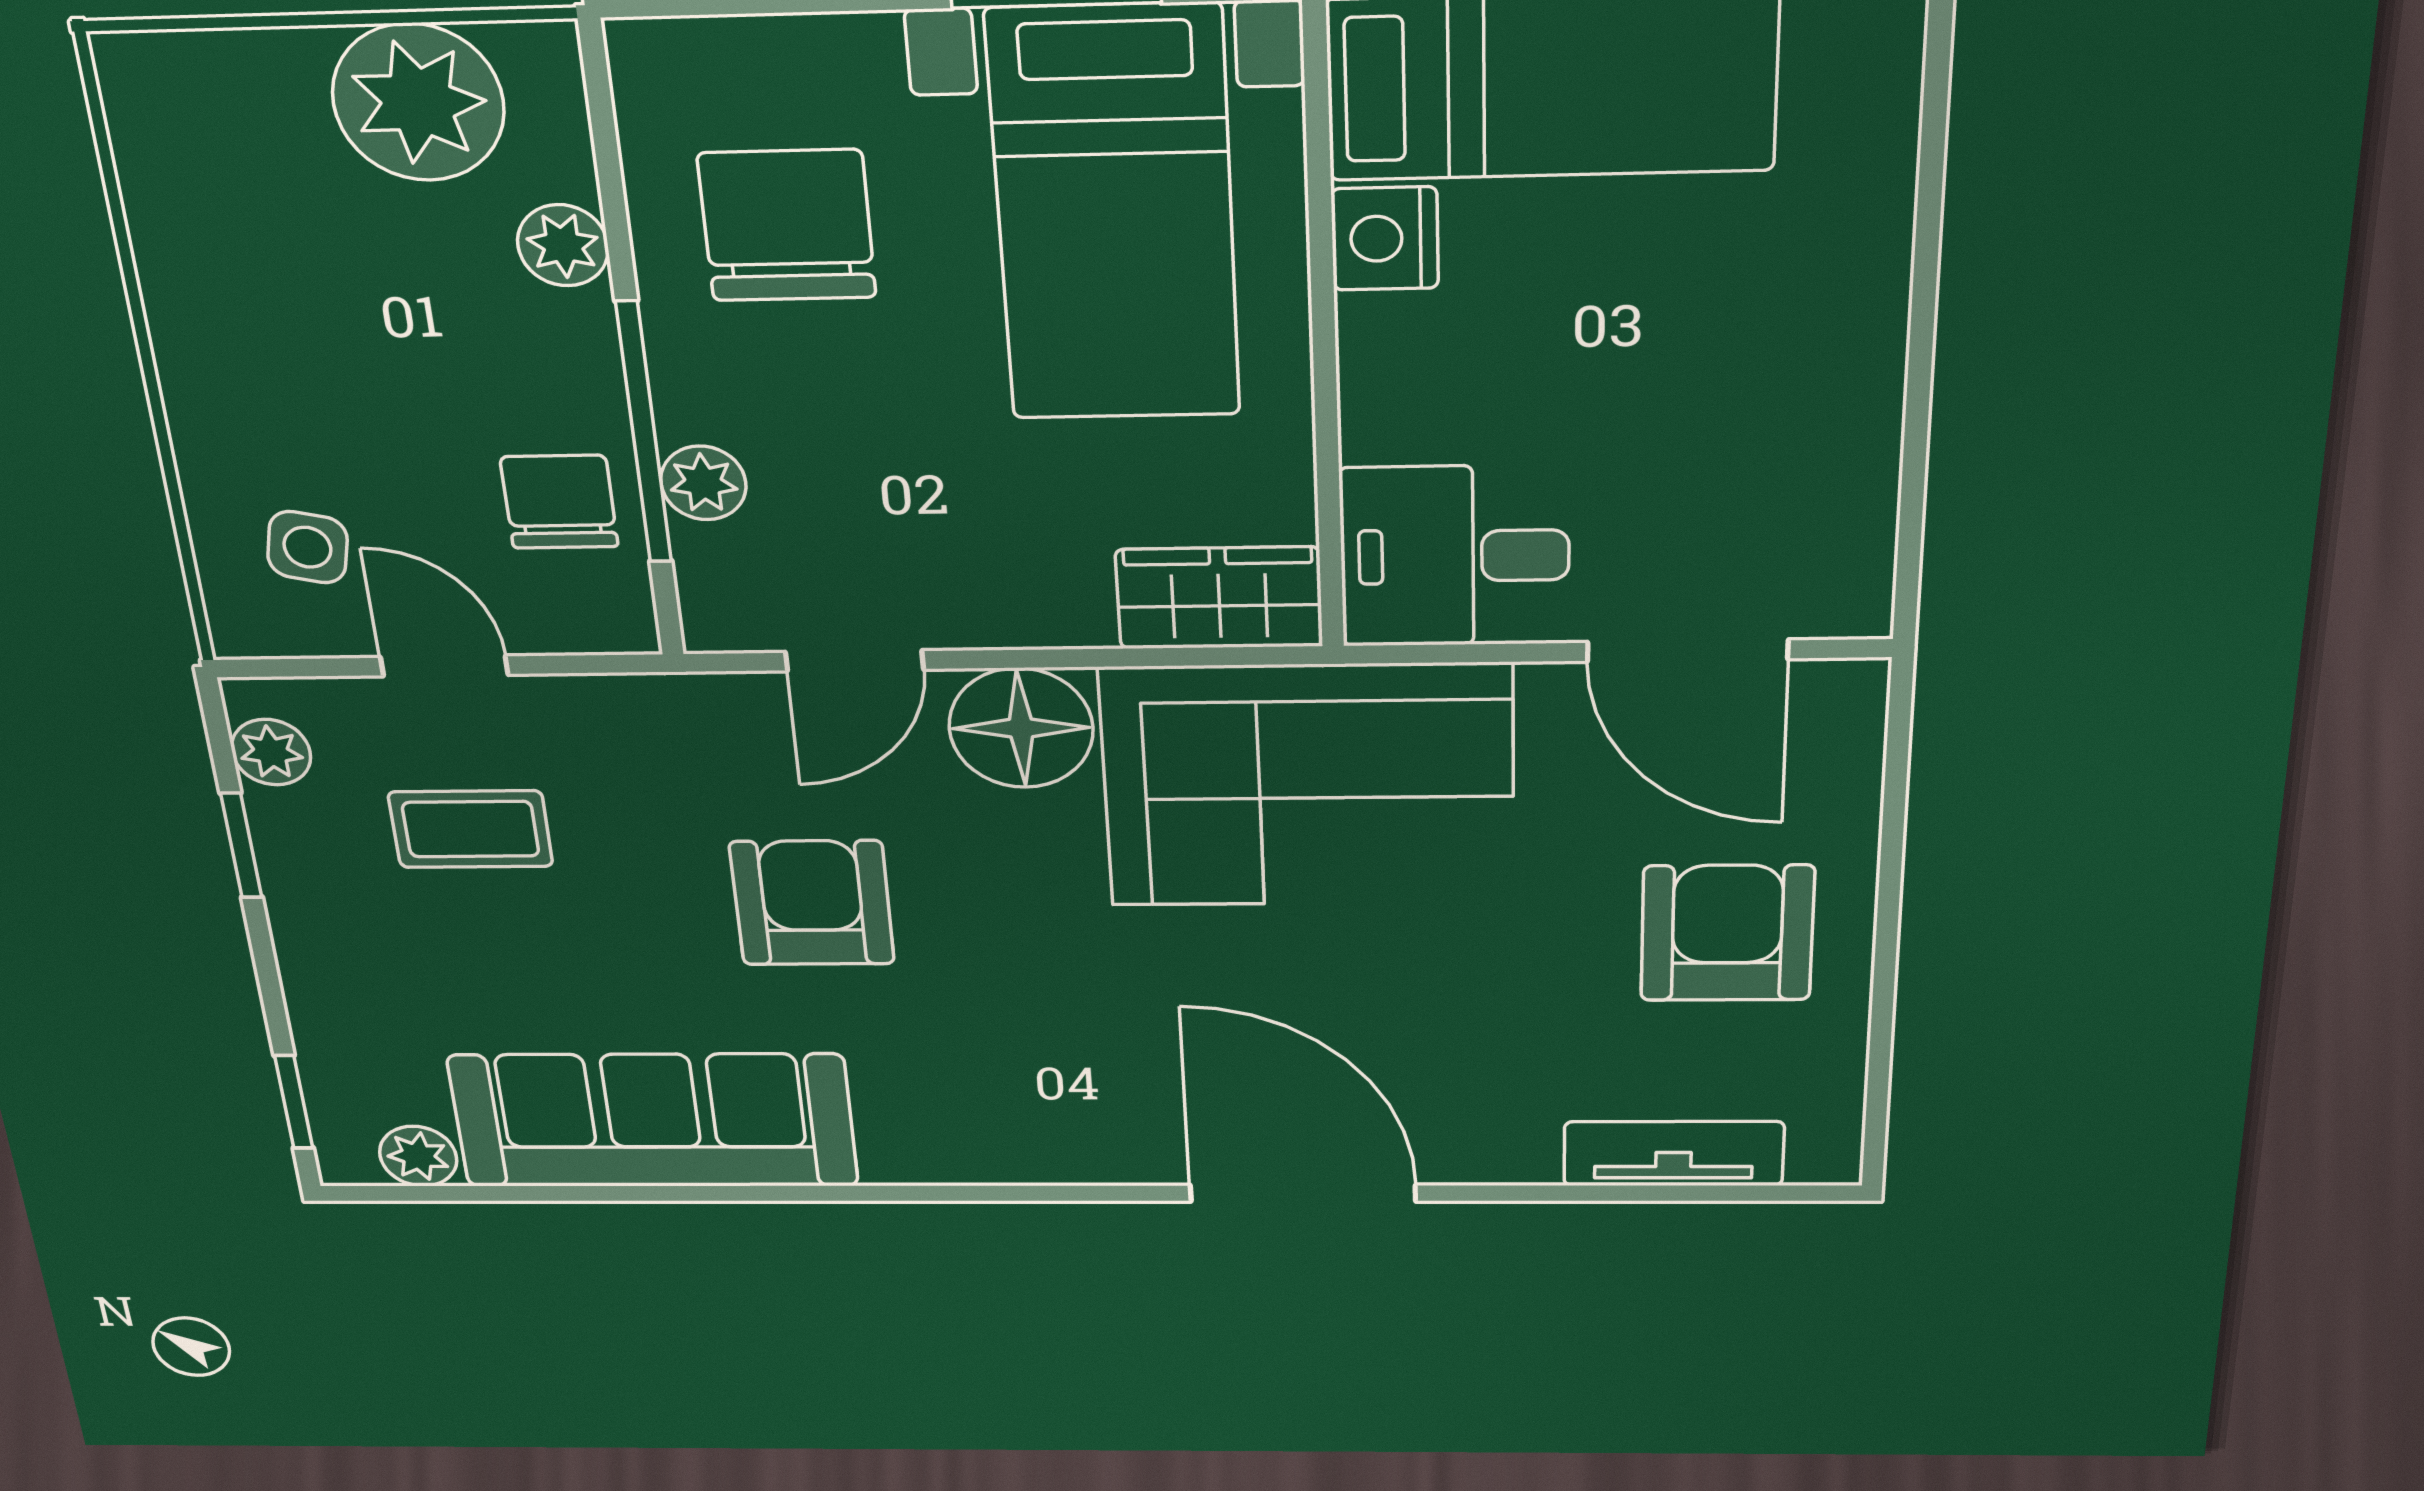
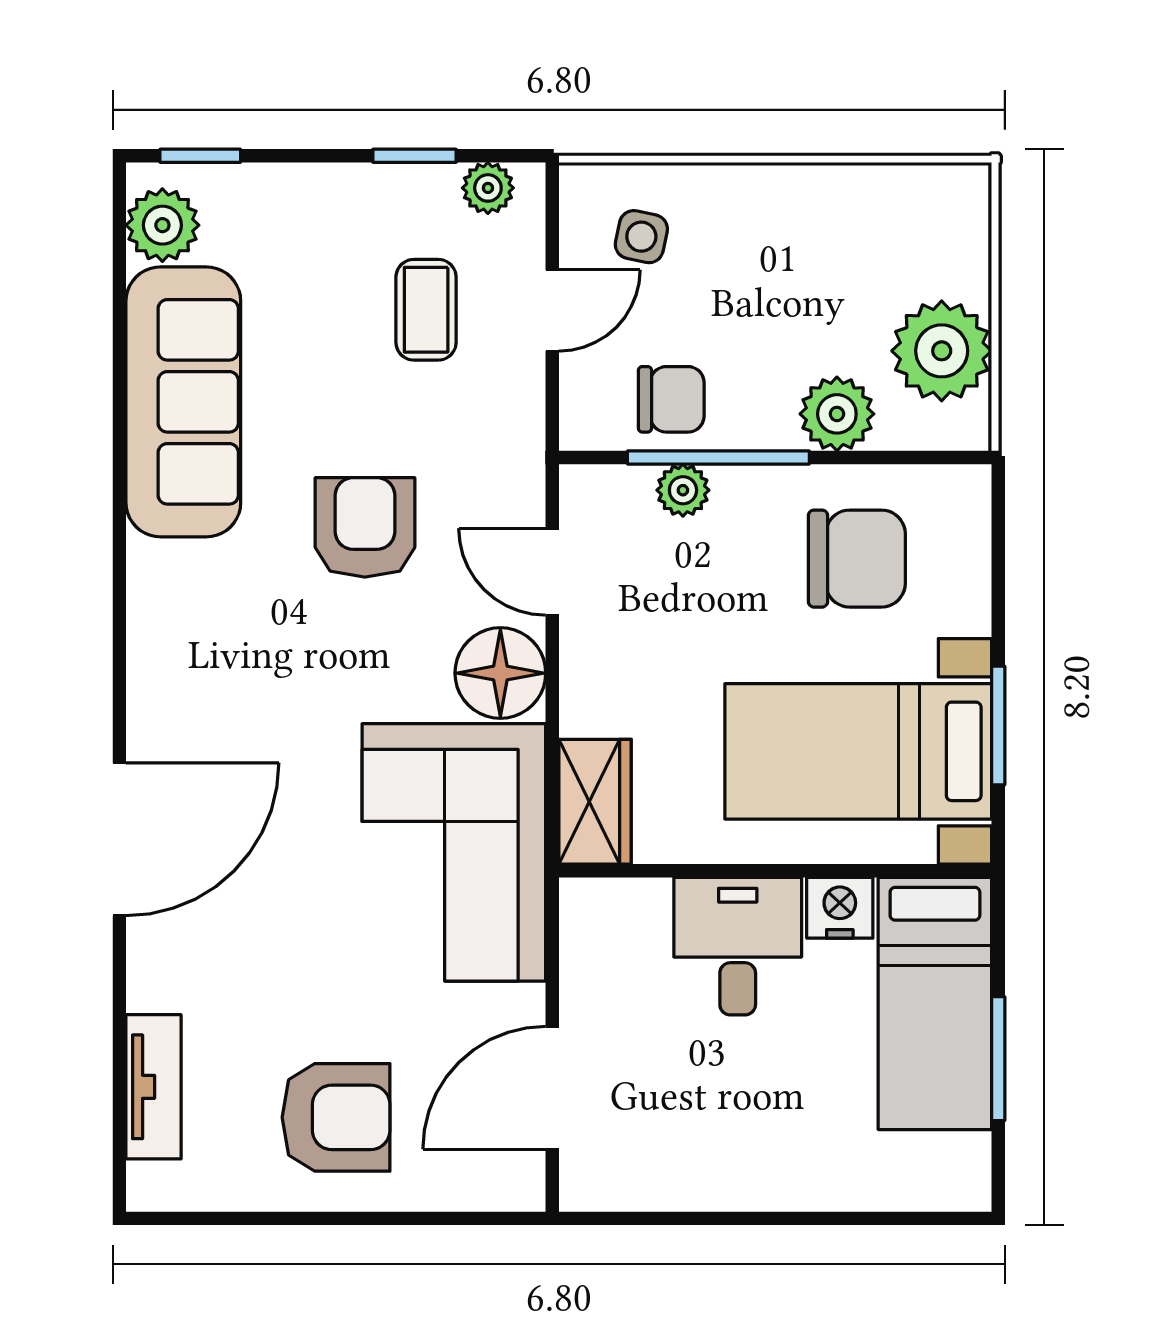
plant: (563, 245) -> (837, 414), width x1.38, depth x1.38
desk: (1455, 556) -> (738, 946), moved
armchair: (812, 903) -> (365, 527), turned -90
plant: (418, 1156) -> (162, 225), width x1.38, depth x1.38

